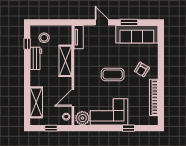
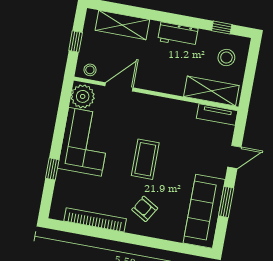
workbench: (36, 58) -> (178, 35), moved
shelving: (65, 61) -> (211, 91), moved
door: (73, 98) -> (119, 87), hinge flipped

